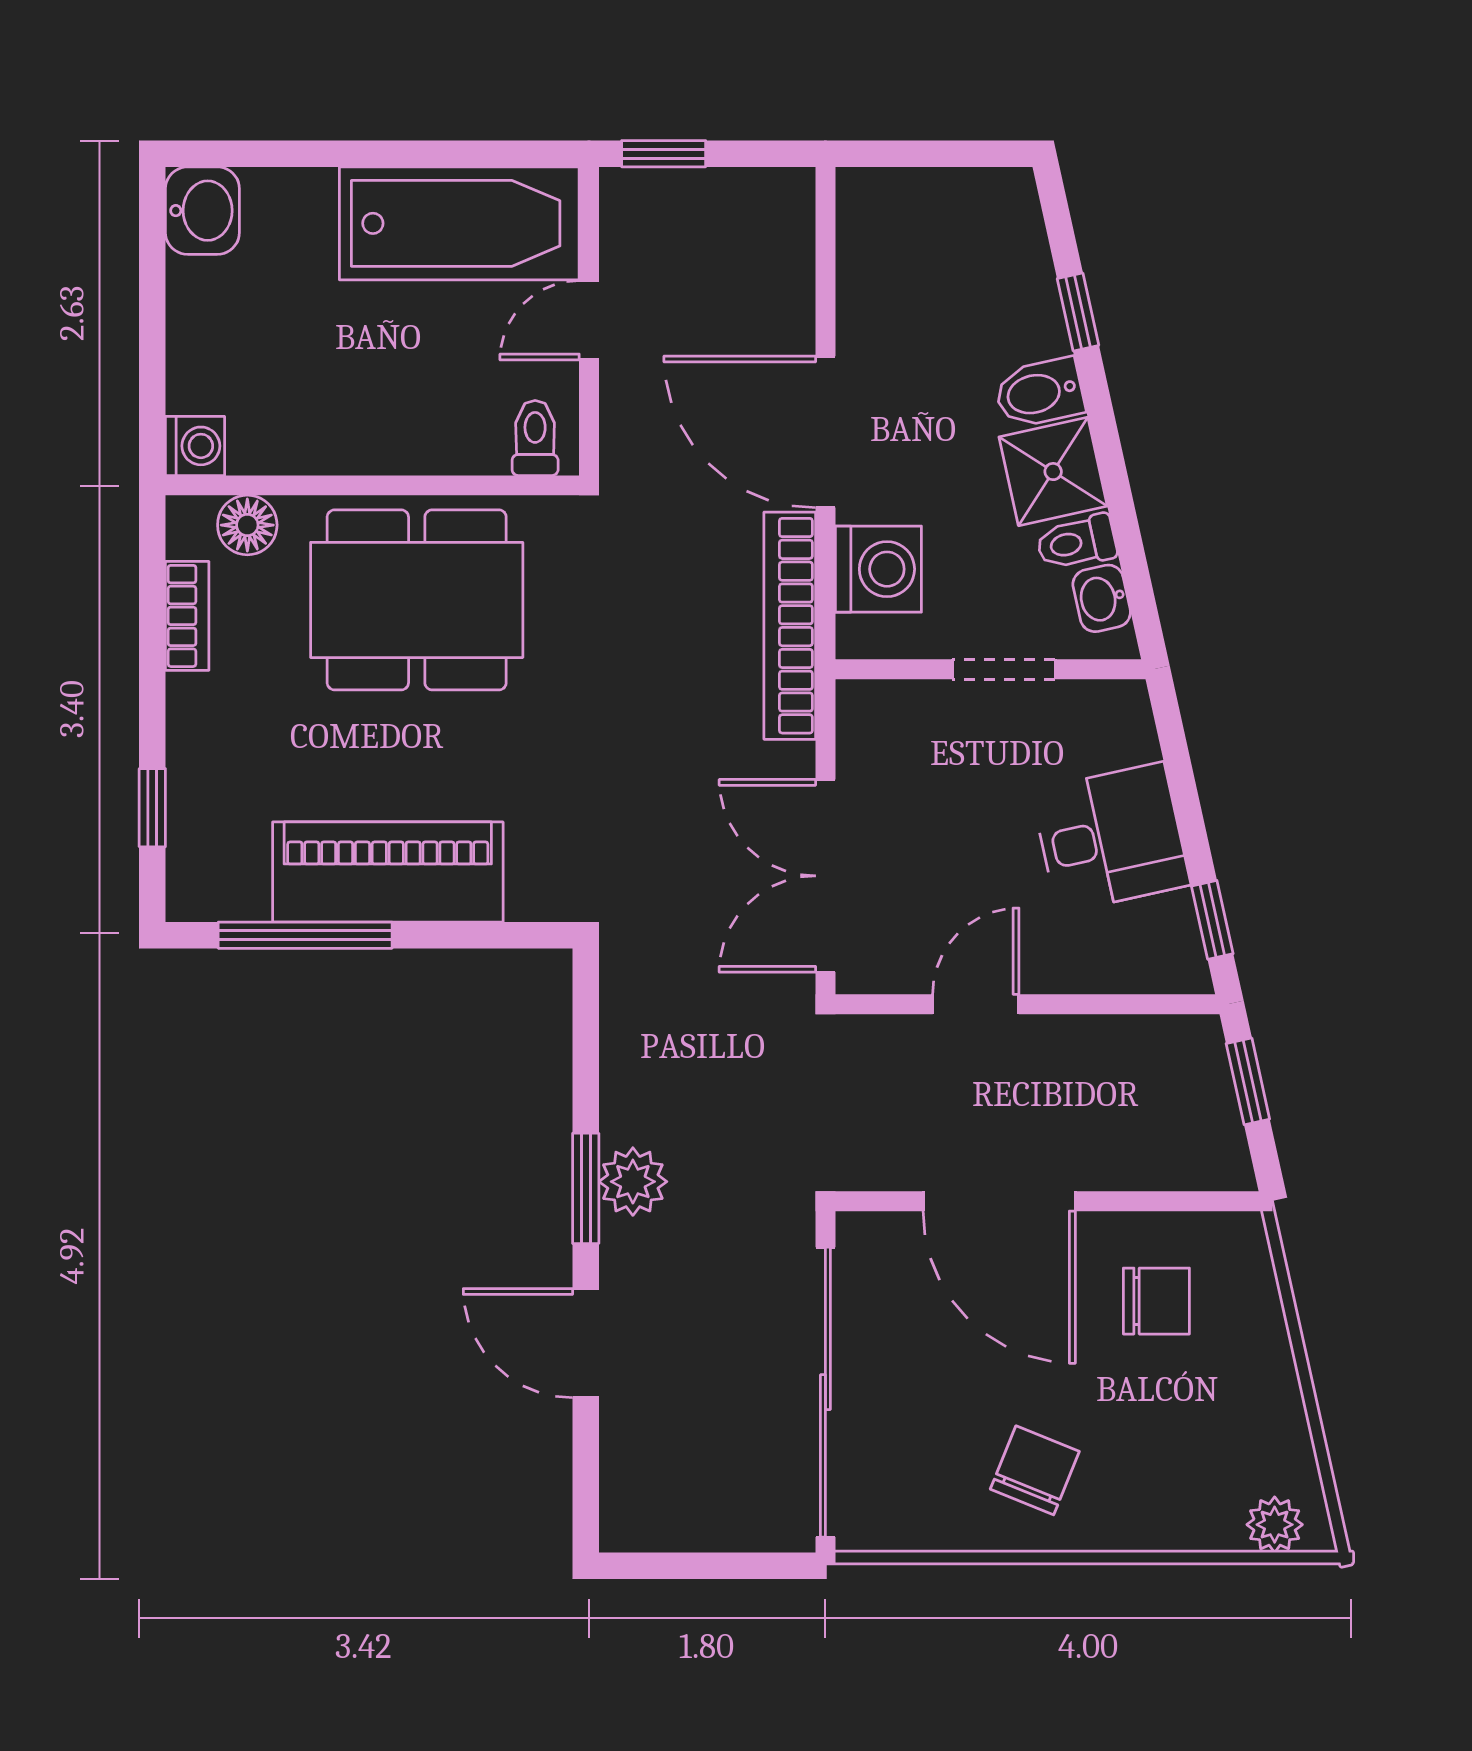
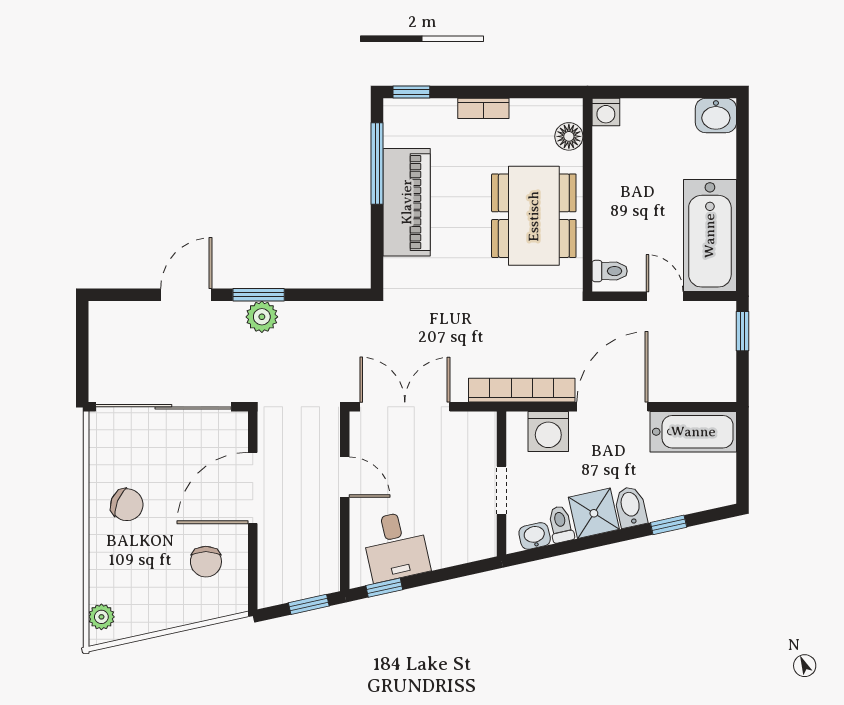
bathtub: (879, 259) -> (693, 432), added
bookcase: (187, 616) -> (483, 108), moved
window: (152, 808) -> (411, 92), moved
desk: (1111, 838) -> (396, 546), moved

